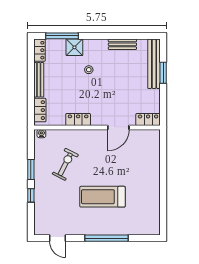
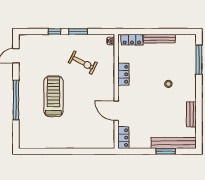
shower: (74, 47) -> (189, 71), removed
locker: (39, 50) -> (186, 39), removed

